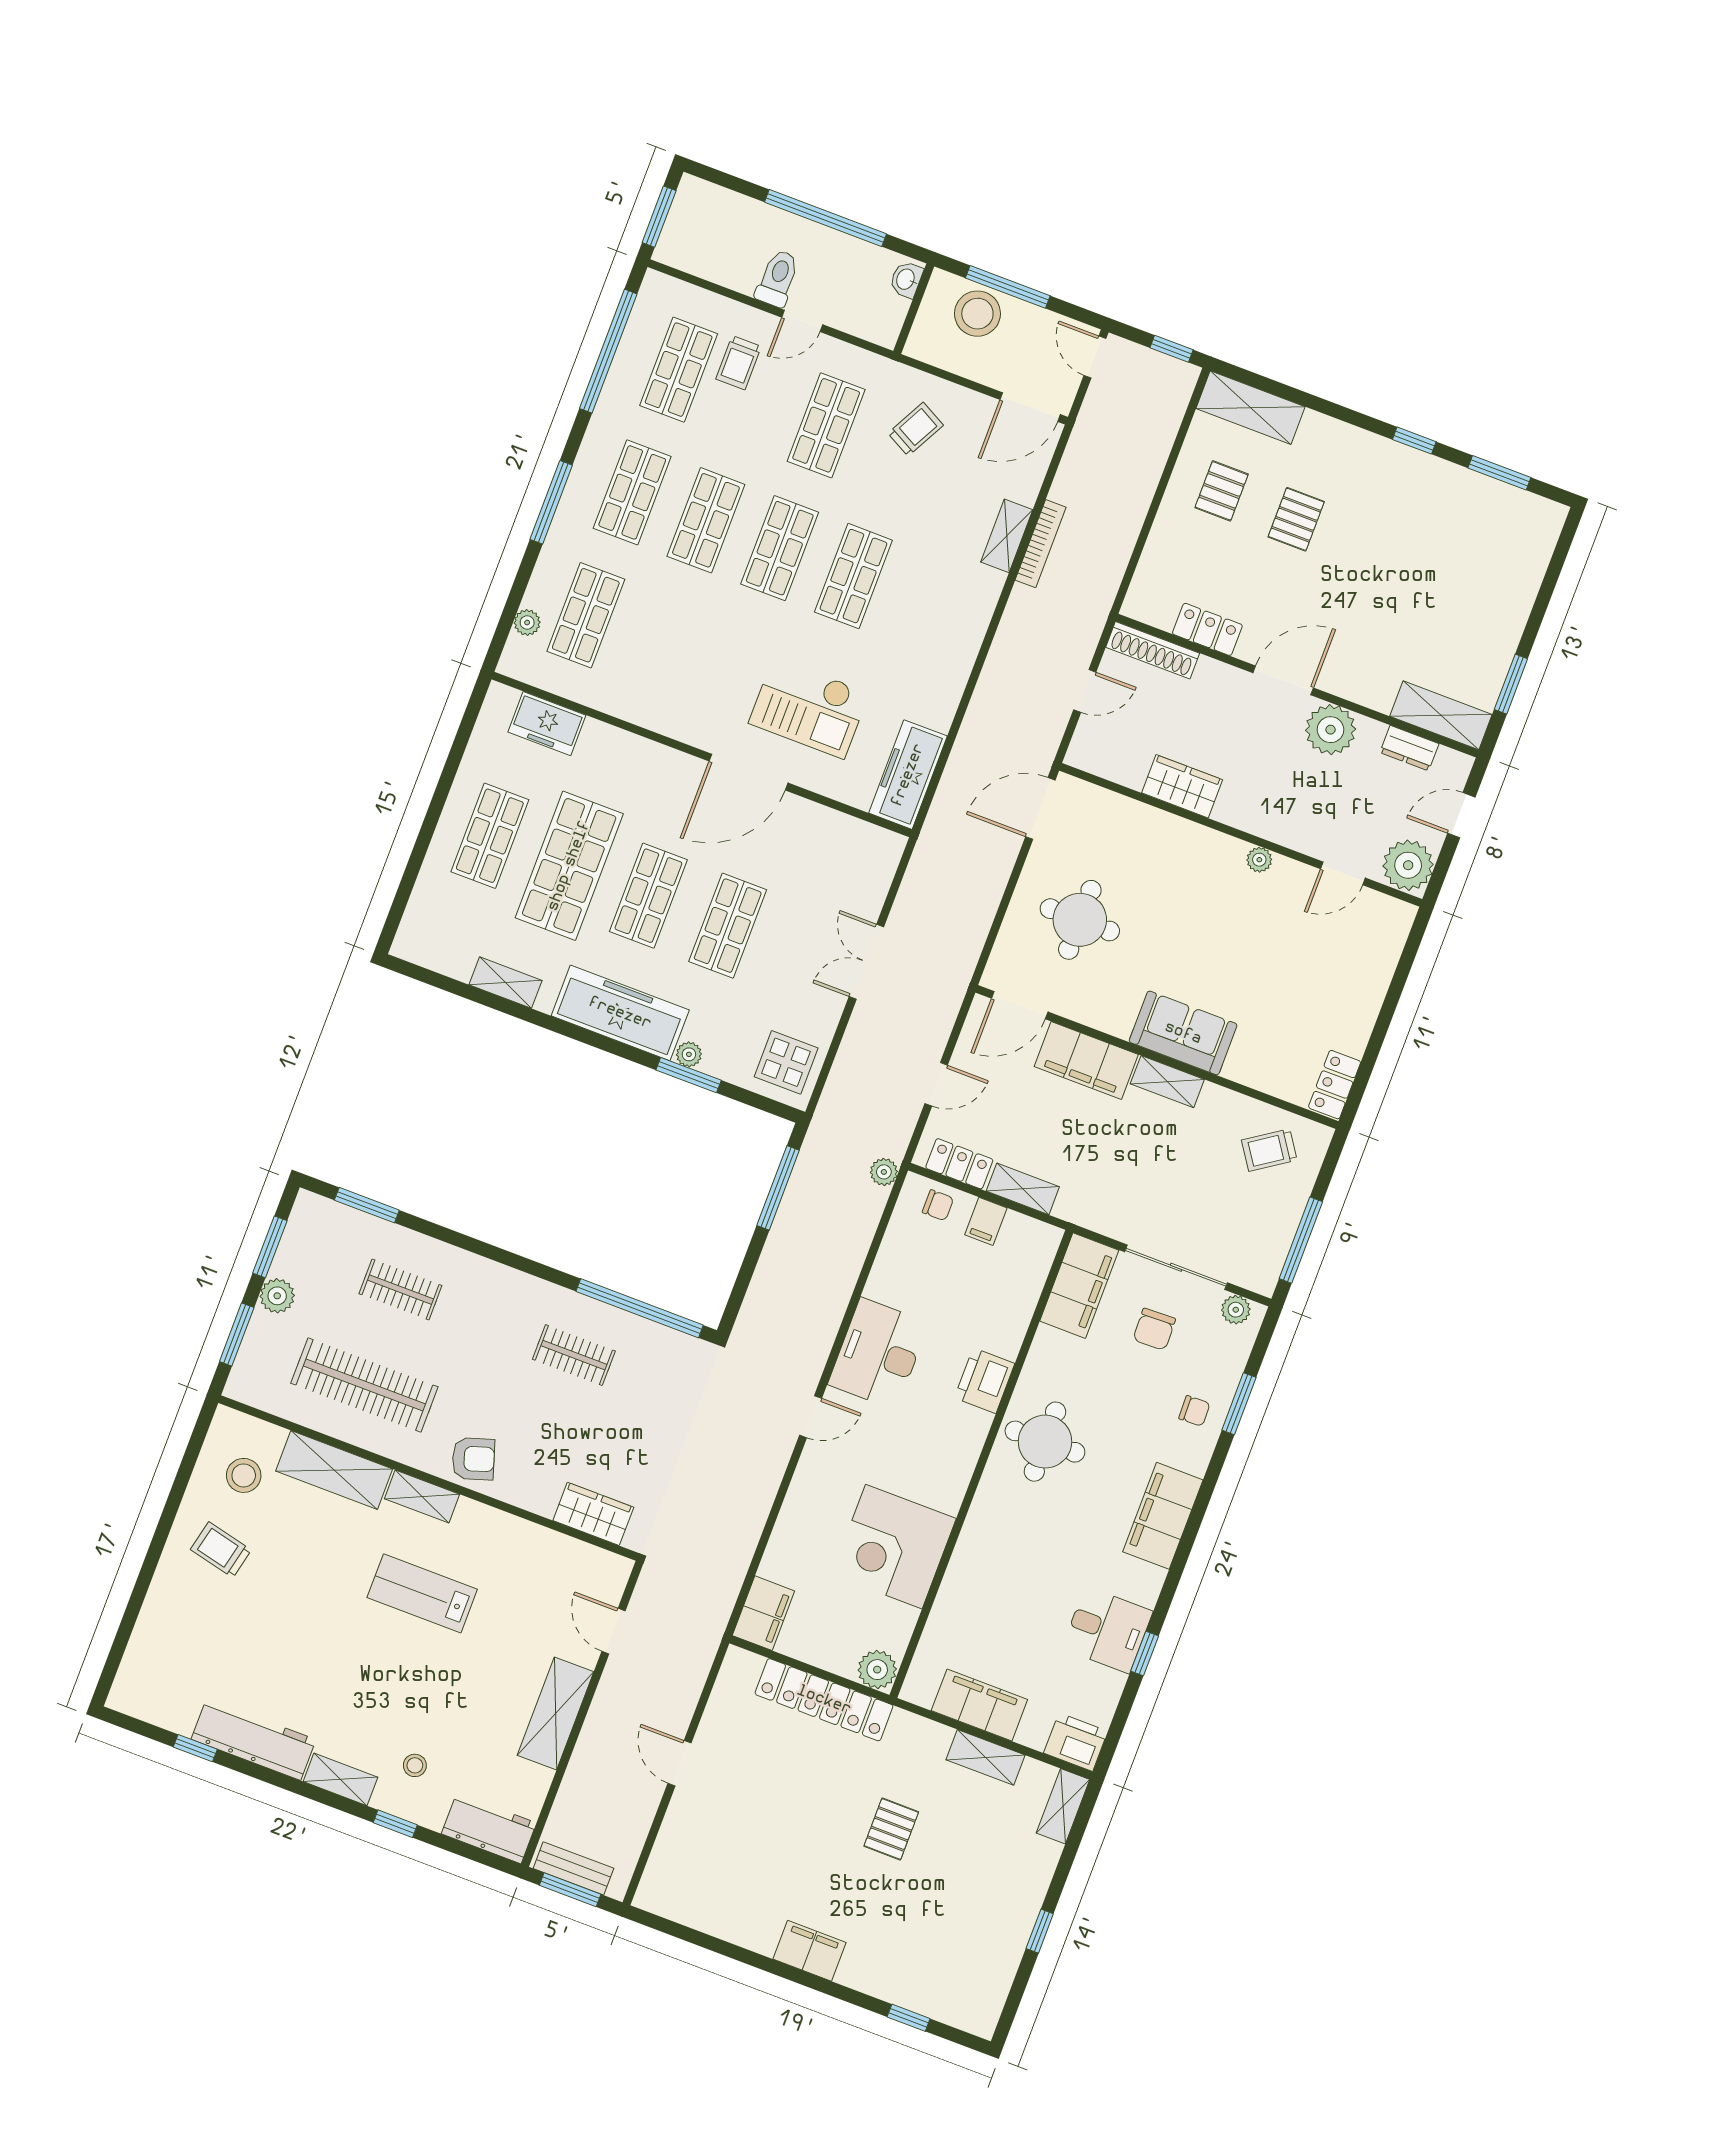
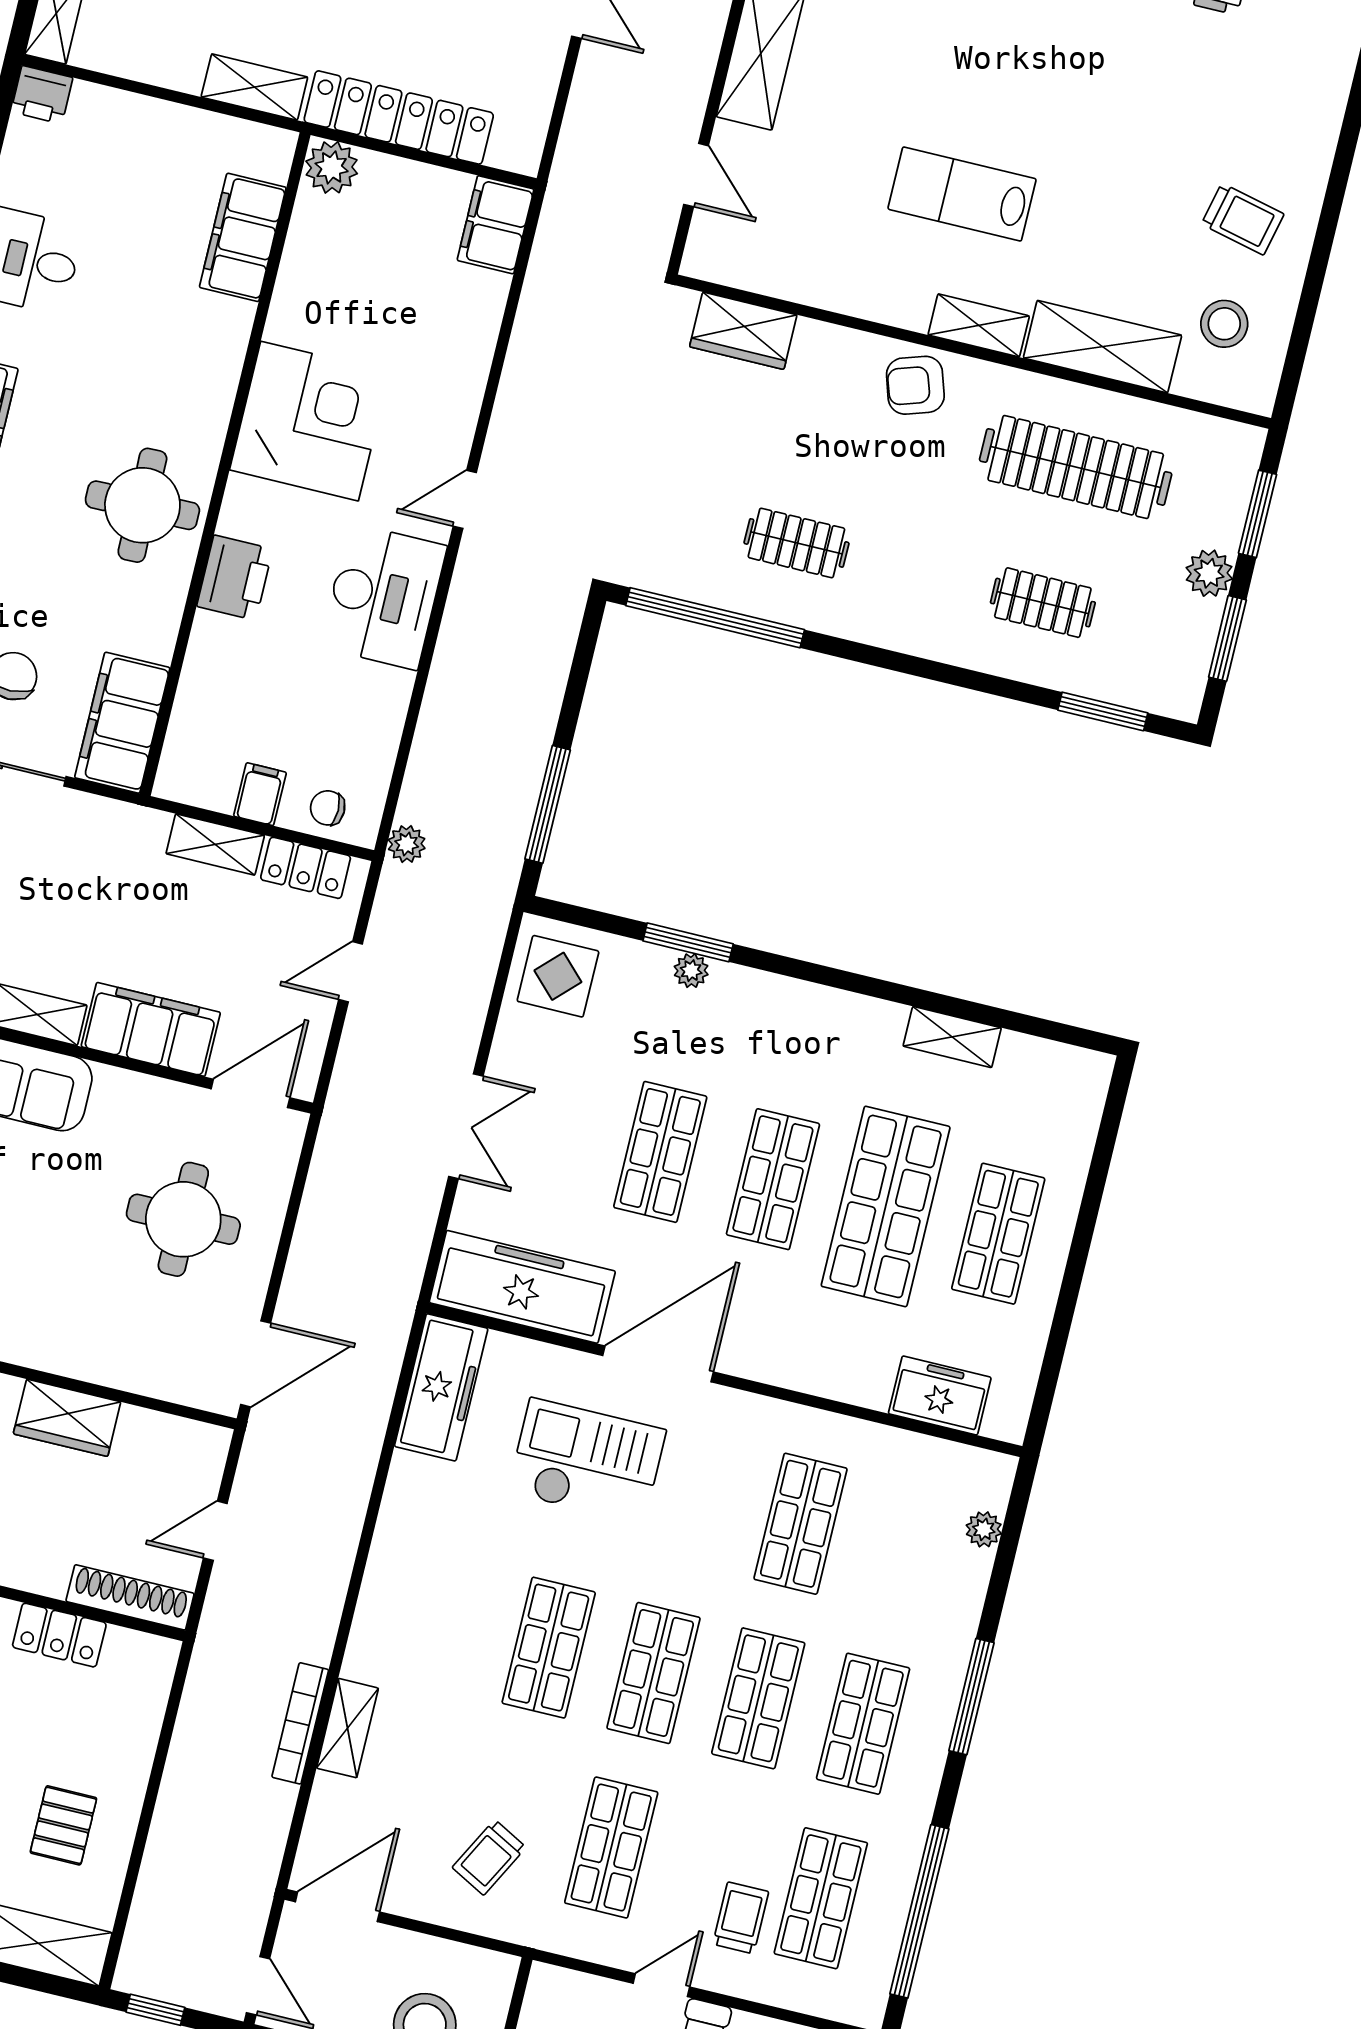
shop shelf: (586, 615) -> (801, 1524), moved
freezer: (620, 1013) -> (522, 1287), moved, turned 180
corner desk: (894, 1547) -> (309, 421), moved
lab bench: (422, 1593) -> (962, 194), turned 180
filing cabinet: (979, 1705) -> (243, 237), moved, turned 90
printer: (1076, 1742) -> (42, 95), width x0.73, depth x0.81
shelving: (986, 1757) -> (254, 87), moved

